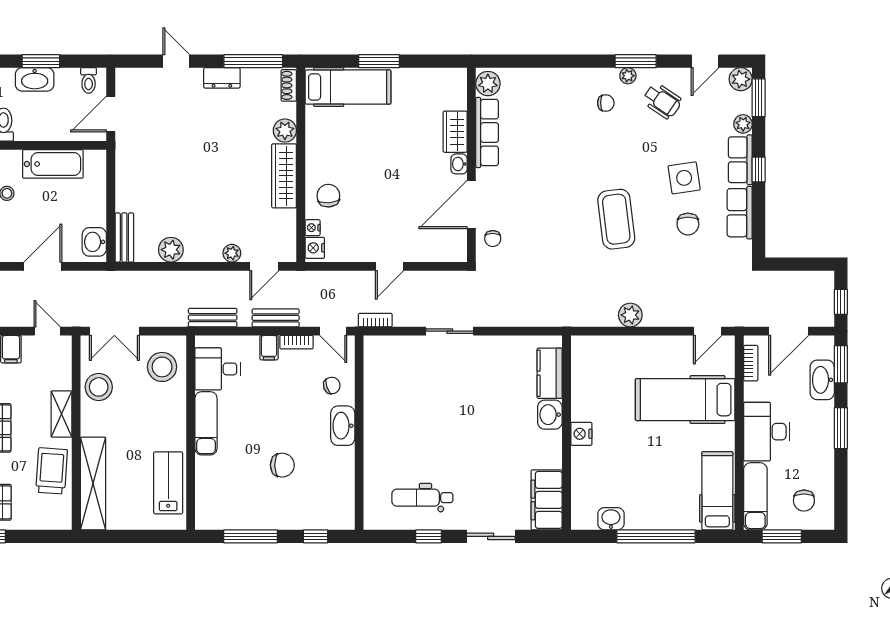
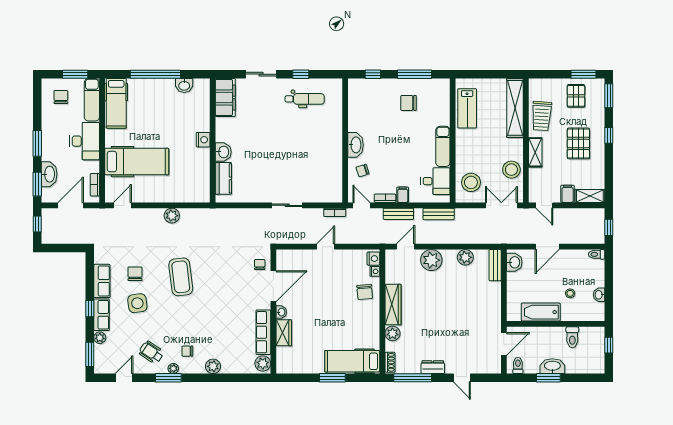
plant: (741, 79) -> (213, 366), moved
plant: (232, 253) -> (431, 260), width x1.87, depth x1.87
chair: (282, 465) -> (409, 103), moved

